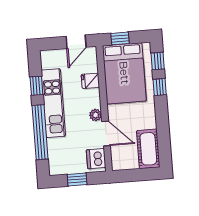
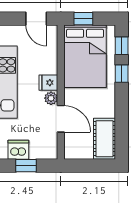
door: (76, 42) -> (36, 19), hinge flipped
fridge: (90, 81) -> (48, 83), moved
dishwasher: (96, 159) -> (18, 150), moved, turned 90

